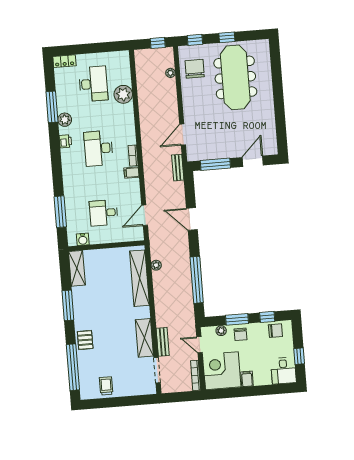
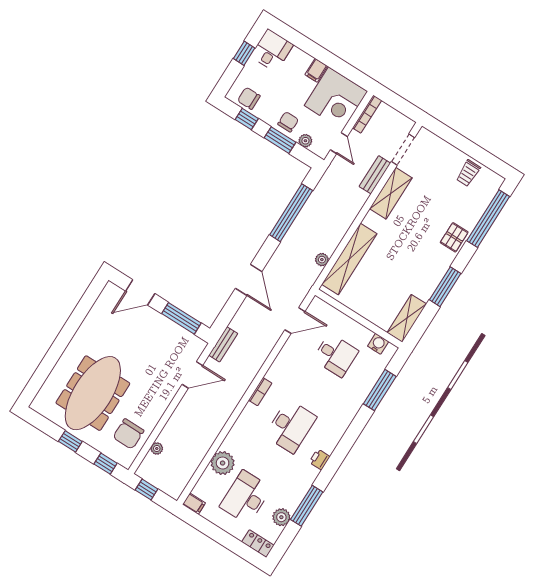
plant: (65, 120) -> (281, 517), moved
filing cabinet: (131, 173) -> (194, 504), moved

